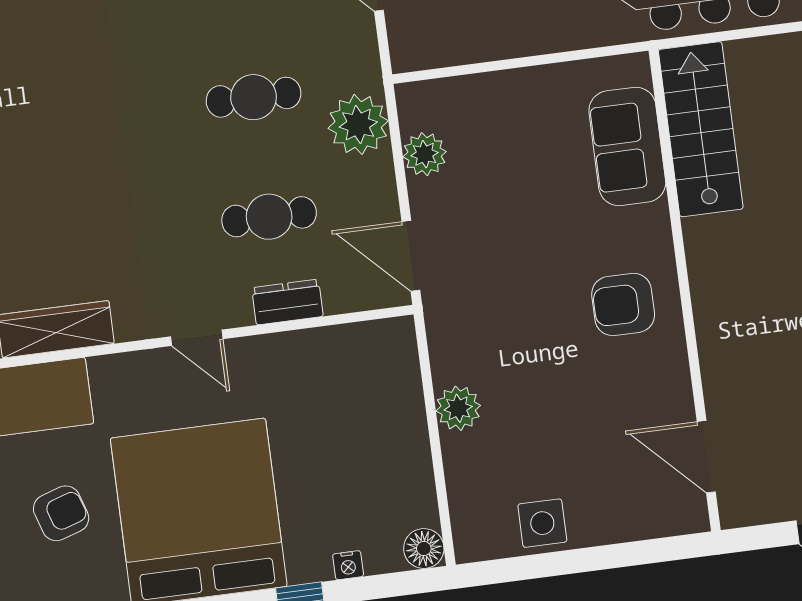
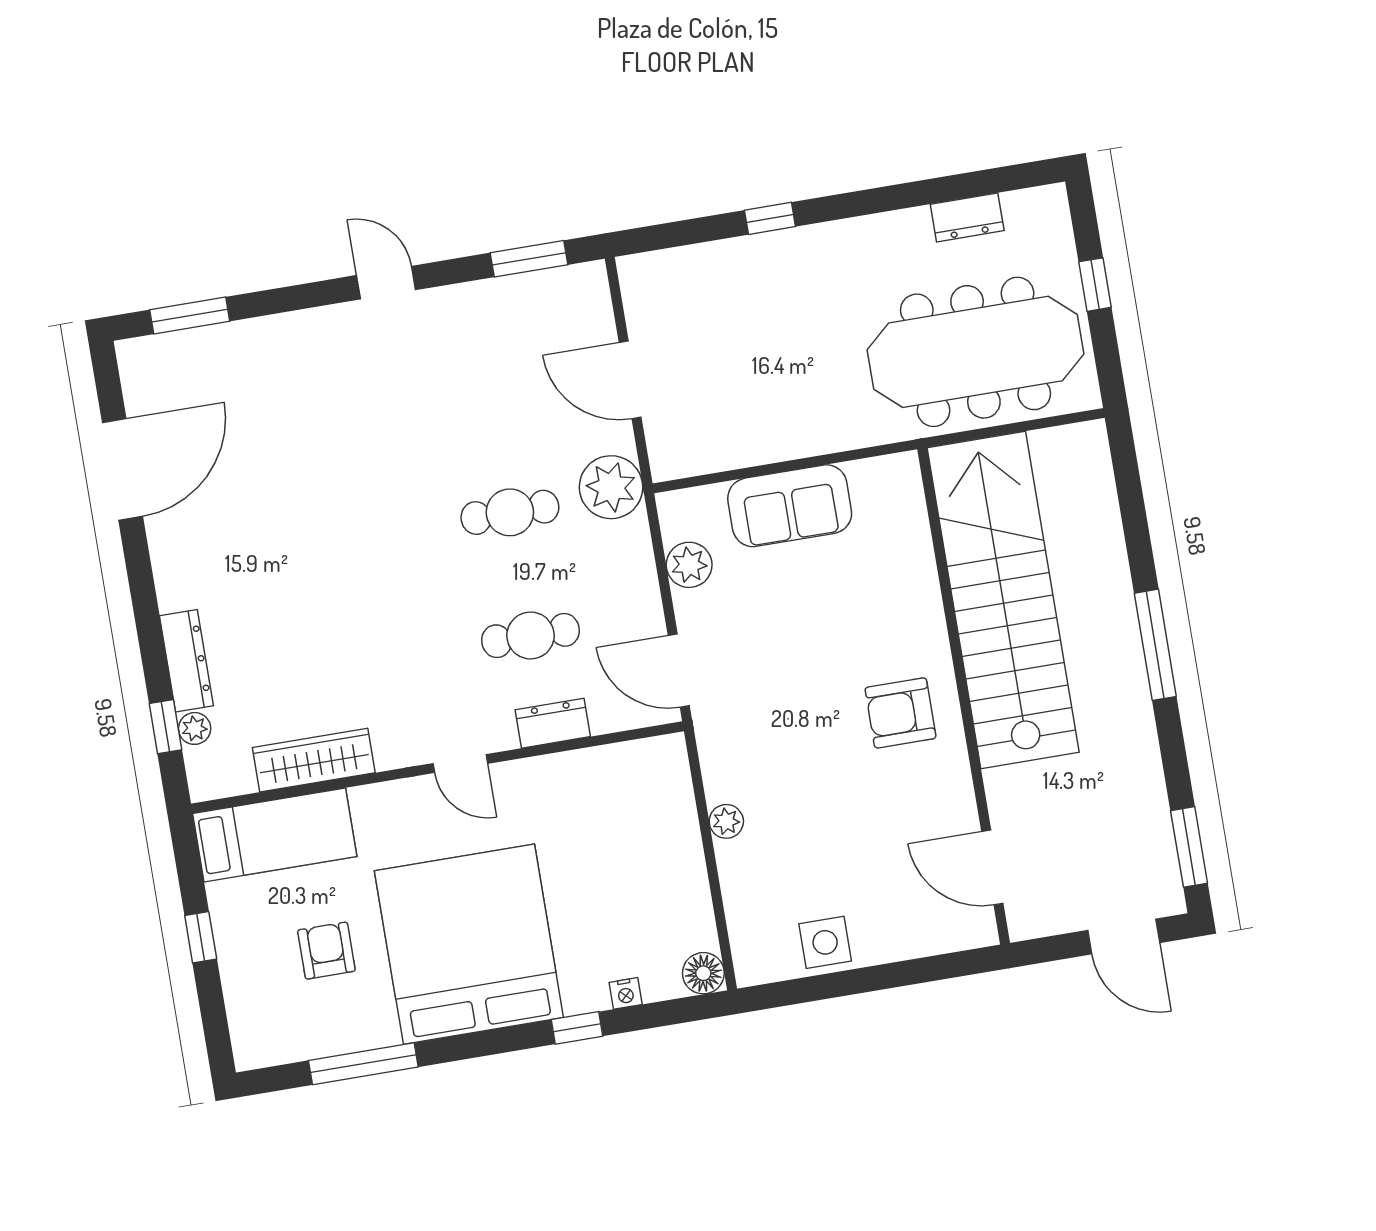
plant: (358, 124) -> (611, 487), moved
stairs: (701, 129) -> (1003, 600), width x1.86, depth x1.51
sofa: (627, 146) -> (790, 506), moved, turned -90
plant: (458, 408) -> (726, 821), width x0.73, depth x0.73
armchair: (61, 513) -> (326, 951), turned -72

